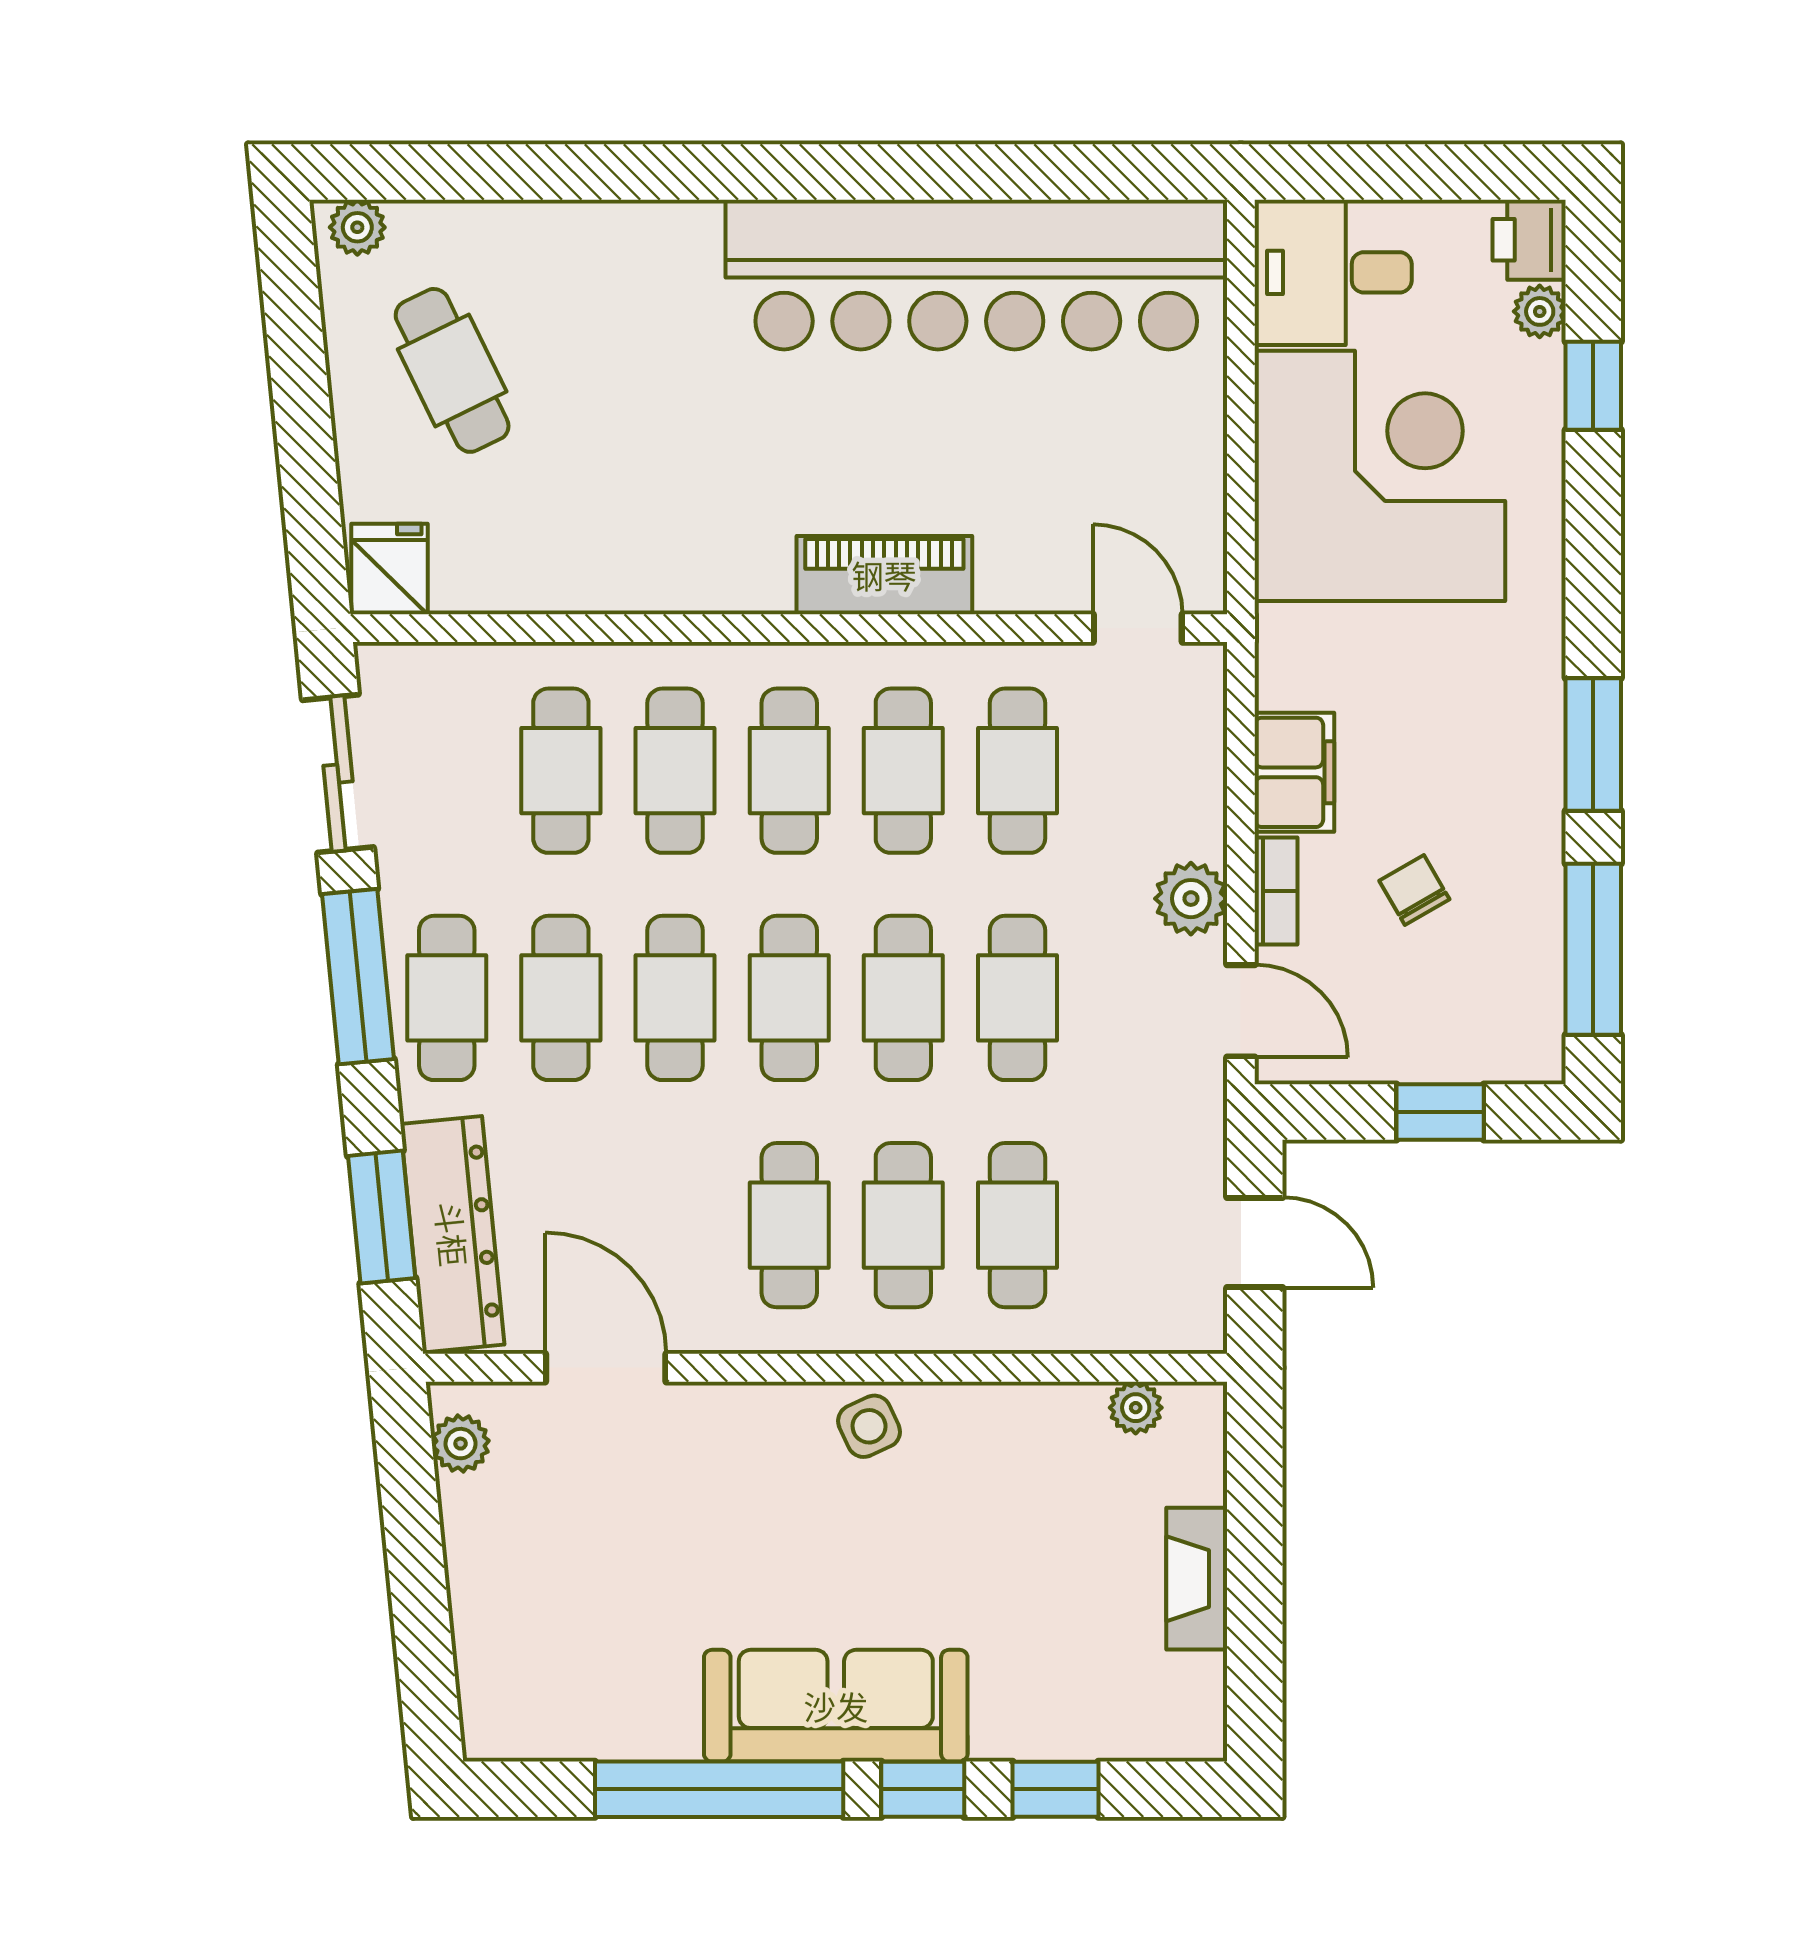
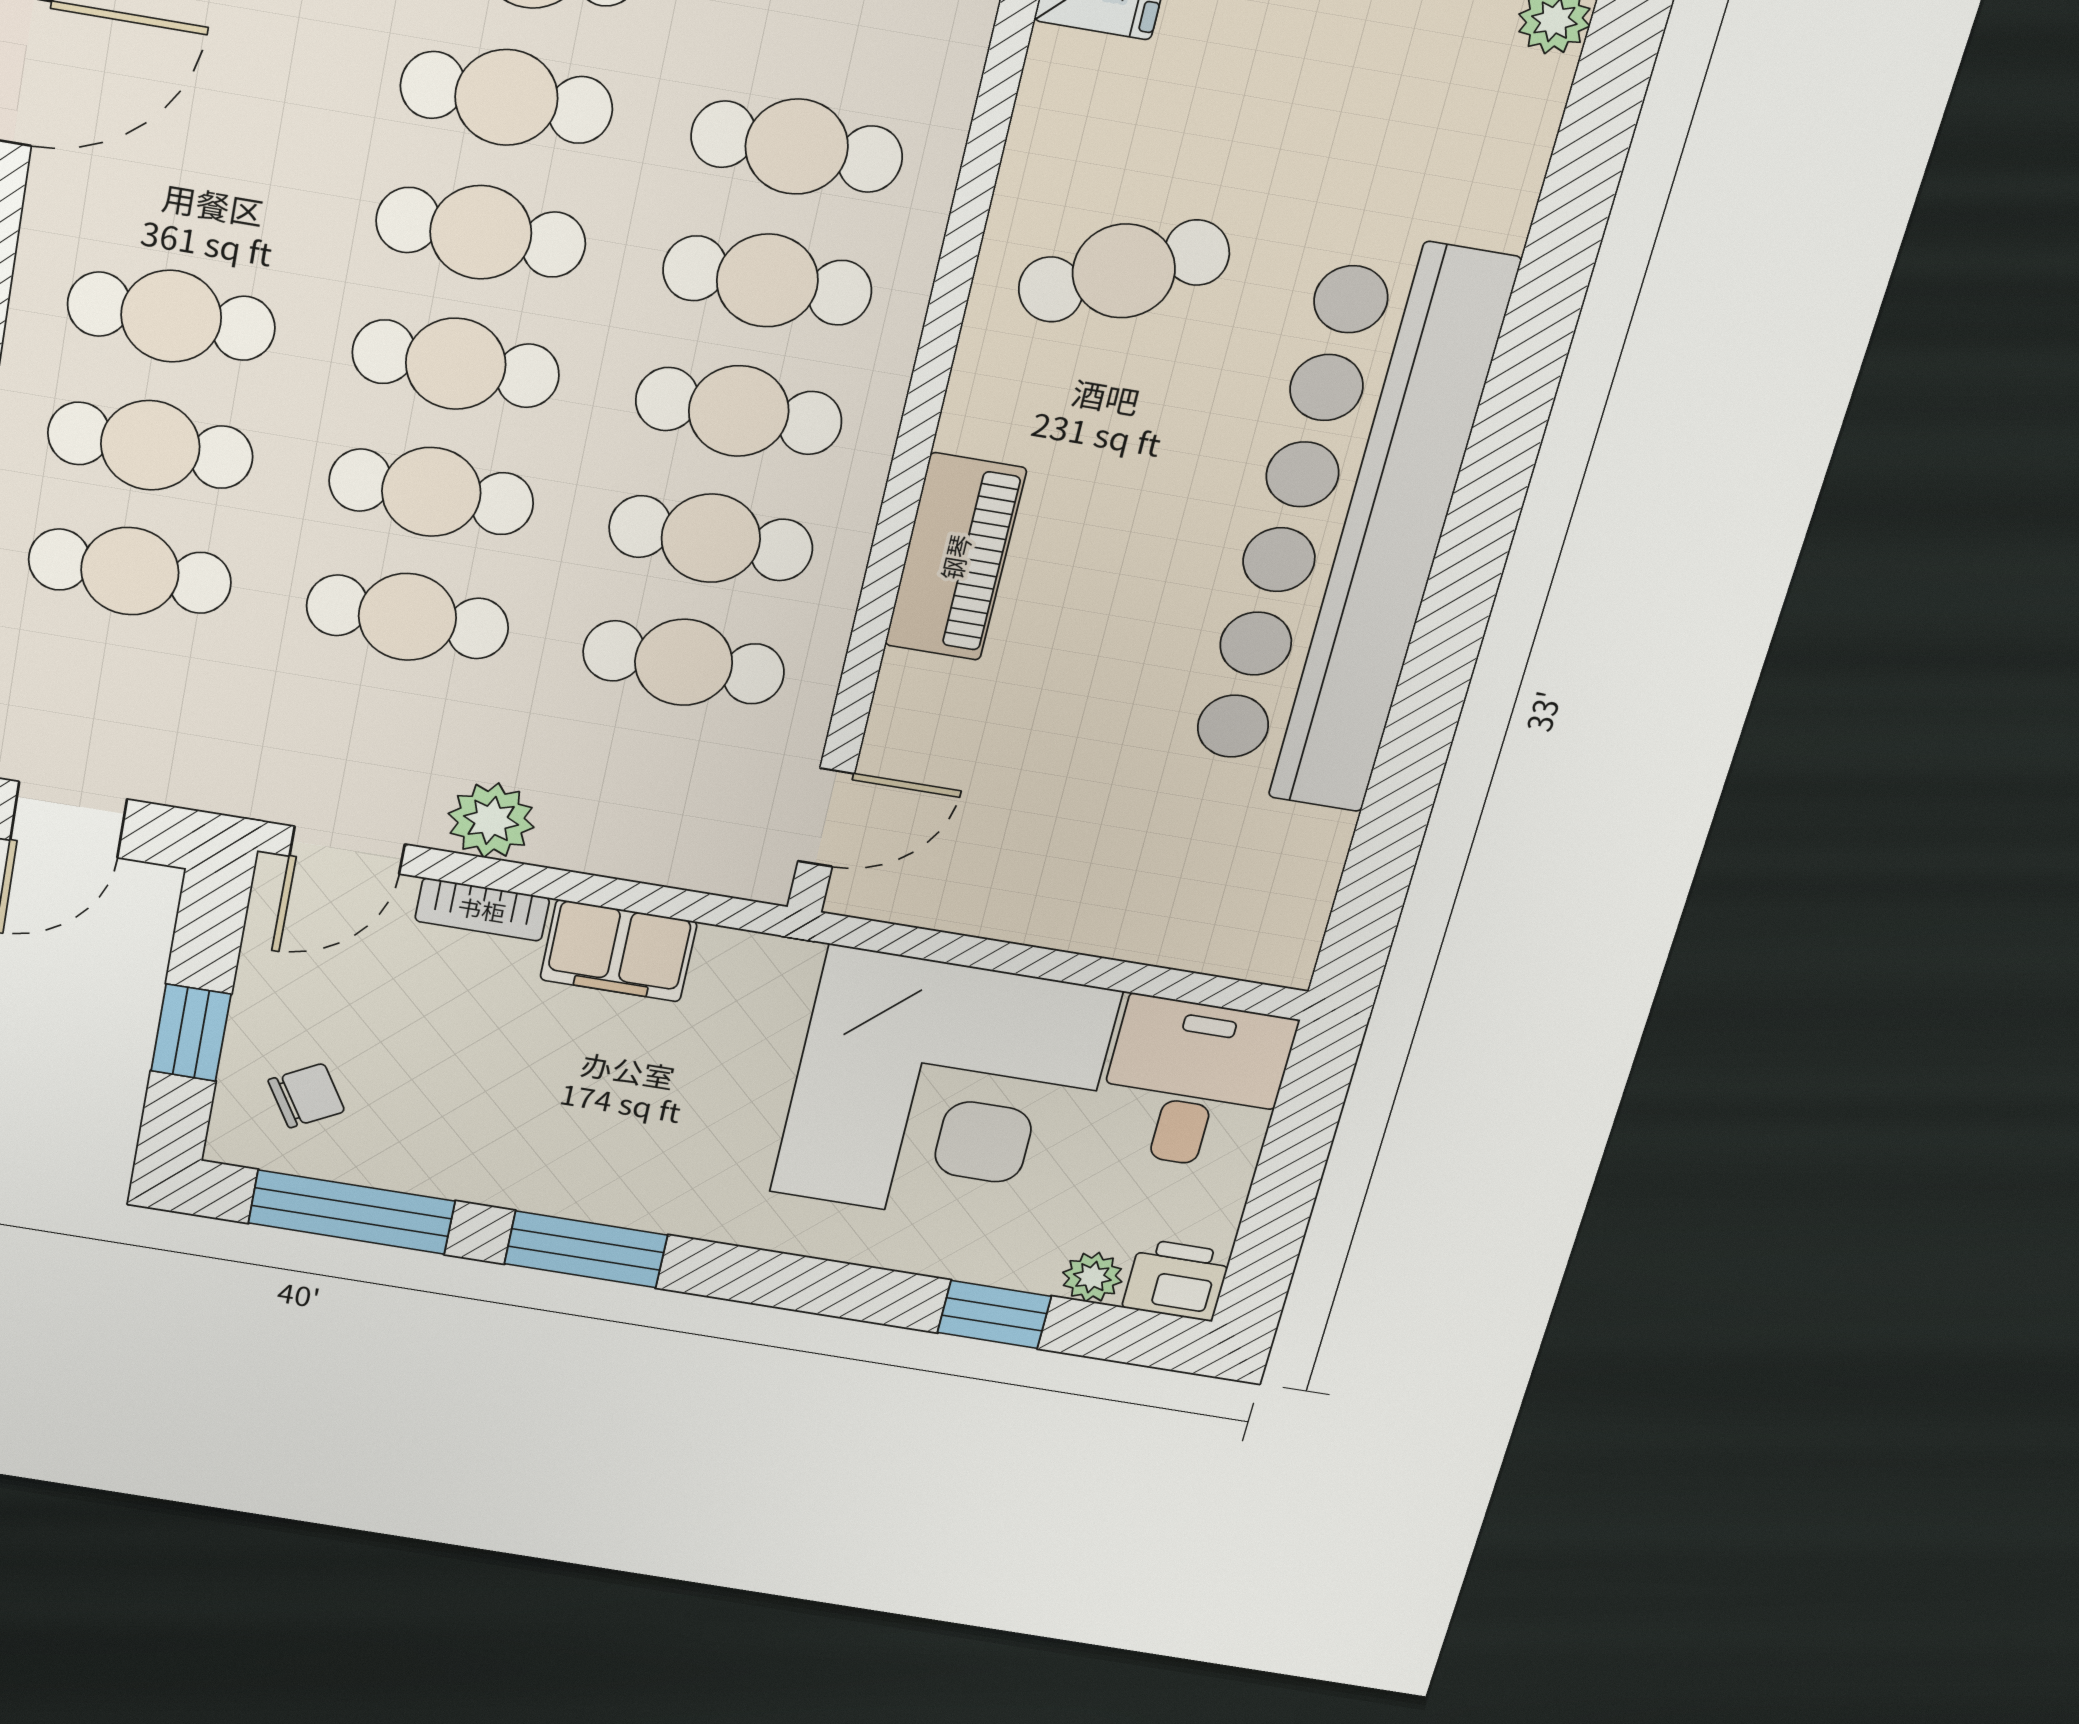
bar counter: (976, 275) -> (1348, 527), moved
cafe table: (452, 370) -> (1124, 271), moved
chair: (1414, 890) -> (306, 1096), moved

